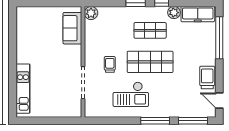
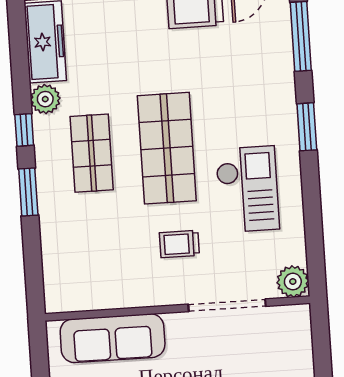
plant: (91, 13) -> (293, 282), moved
sofa: (72, 28) -> (113, 338), width x1.36
window: (155, 121) -> (307, 127), width x0.69

